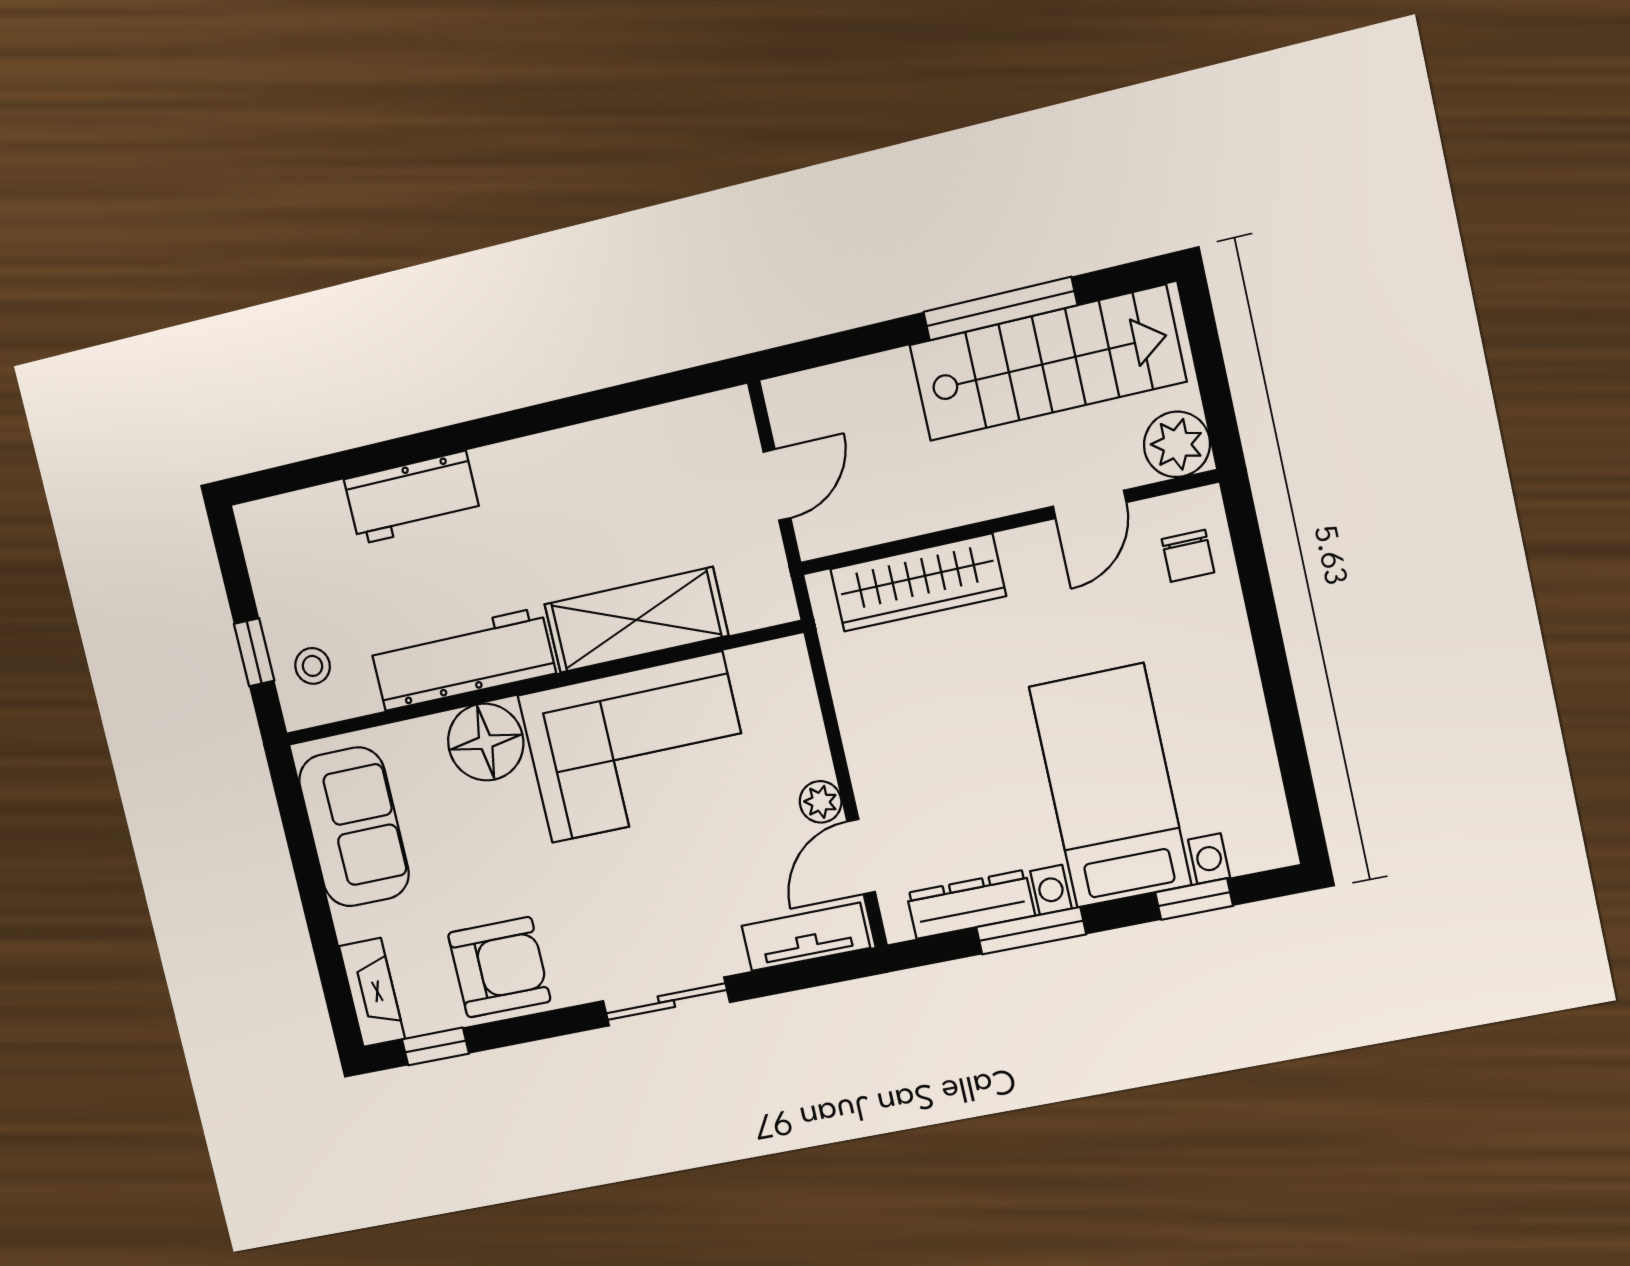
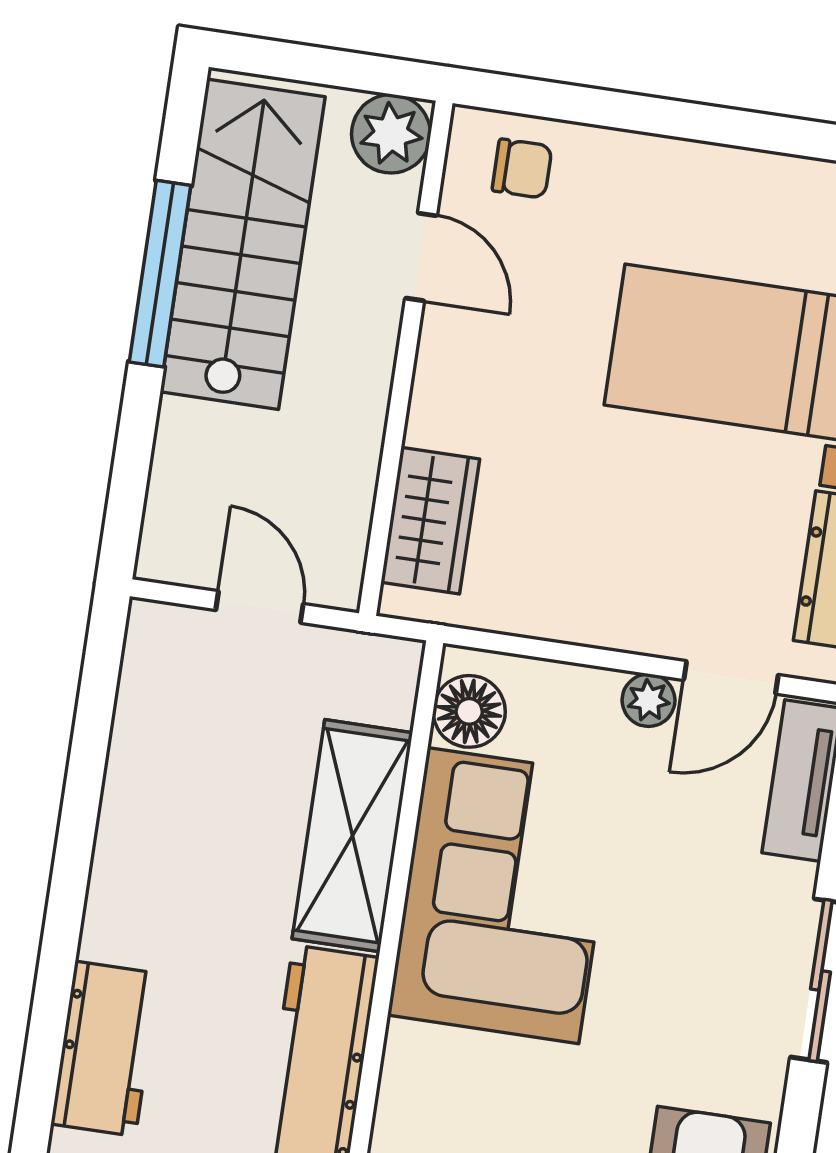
wardrobe: (918, 583) -> (430, 521), width x0.67
floor lamp: (486, 742) -> (469, 711), moved, width x0.73, depth x0.73
door: (861, 857) -> (731, 677), hinge flipped

